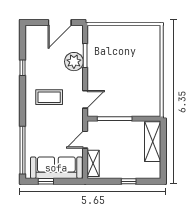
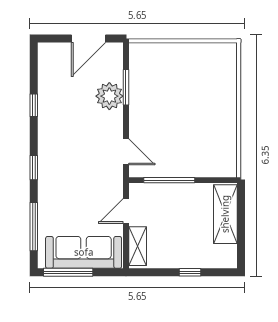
coffee table: (49, 97) -> (73, 149), removed
door: (85, 99) -> (126, 152), hinge flipped
window: (23, 110) -> (34, 168), added
window: (23, 150) -> (34, 227), width x0.68
window: (46, 181) -> (68, 272), width x2.17

